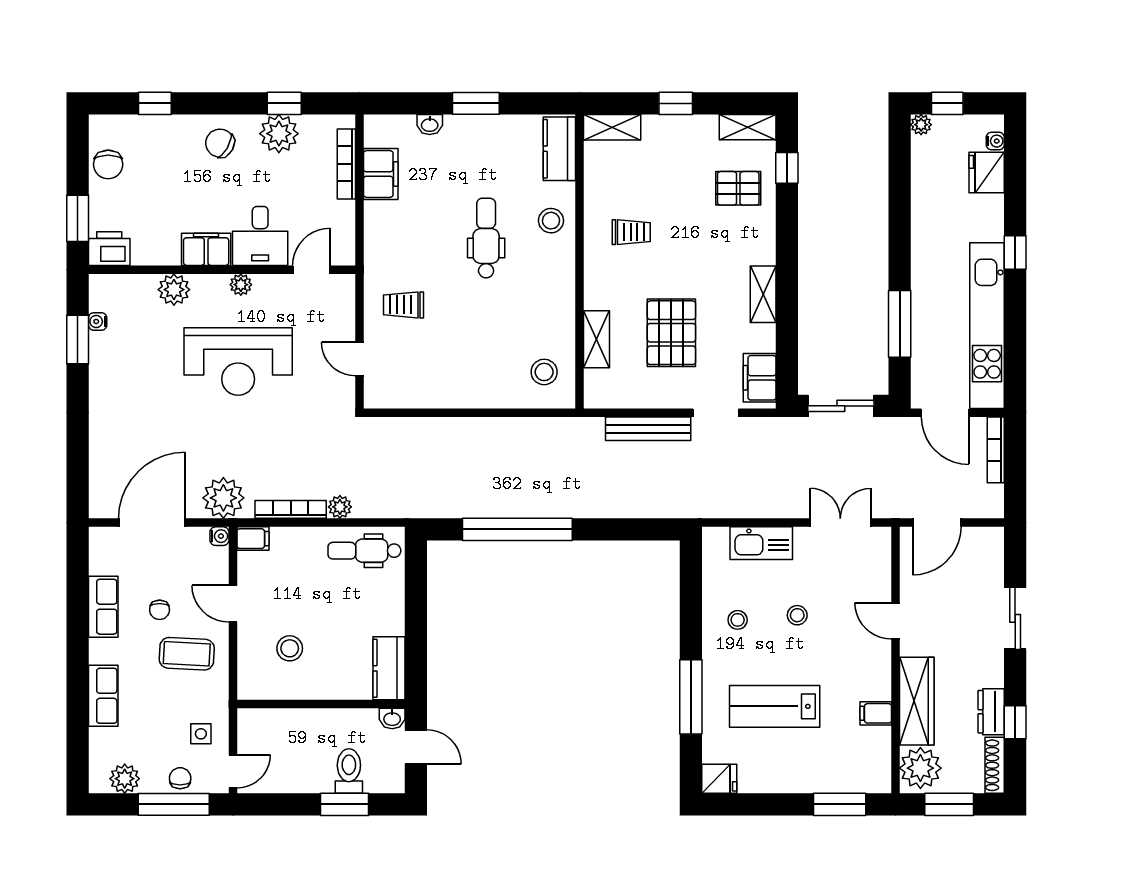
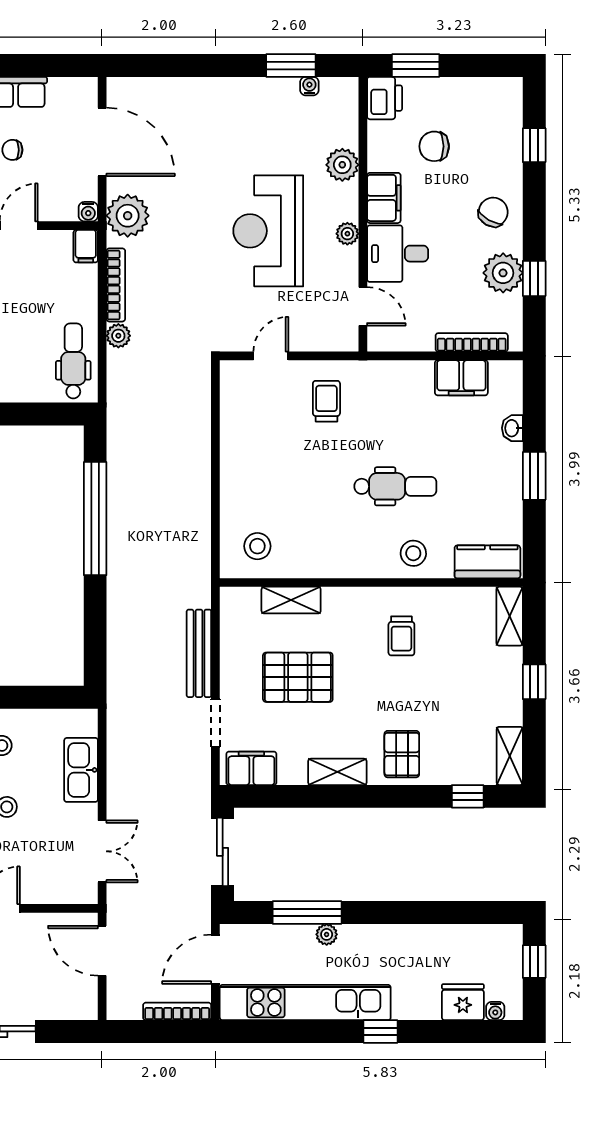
plant: (921, 125) -> (327, 934), moved
chair: (108, 164) -> (434, 146), moved
pallet: (738, 188) -> (402, 754), moved

